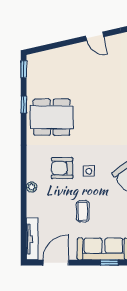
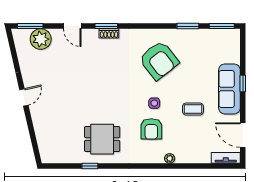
window: (24, 69) -> (56, 166), removed
dining table: (52, 117) -> (102, 139), width x0.73
tv unit: (32, 239) -> (226, 158), width x0.71

